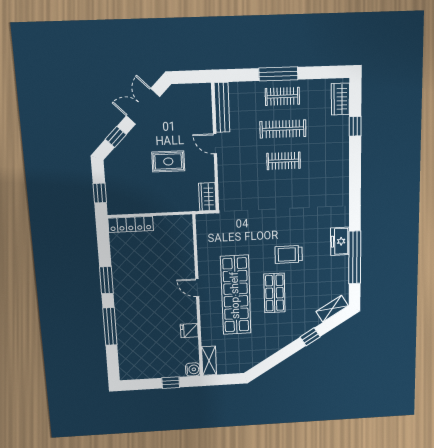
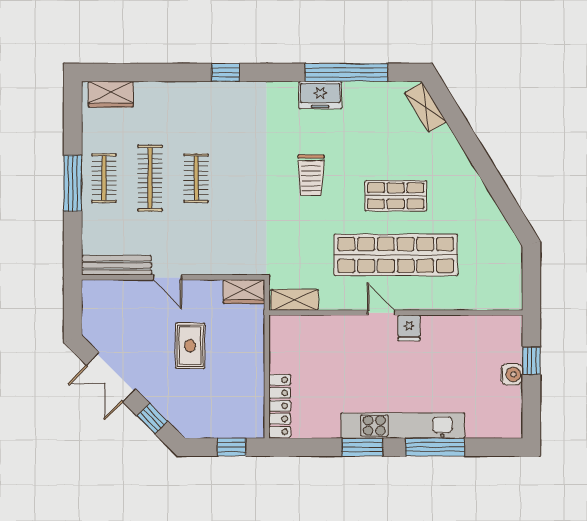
window: (355, 126) -> (226, 72), moved
door: (215, 144) -> (168, 277), hinge flipped
trolley: (289, 254) -> (311, 175), moved
door: (197, 288) -> (381, 313), swing flipped
kitchen unit: (123, 305) -> (403, 426), added
fridge: (189, 331) -> (409, 328), moved
window: (310, 337) -> (469, 142), removed
shelving: (209, 361) -> (295, 300), moved
water cooler: (193, 369) -> (512, 374), moved, turned 90

